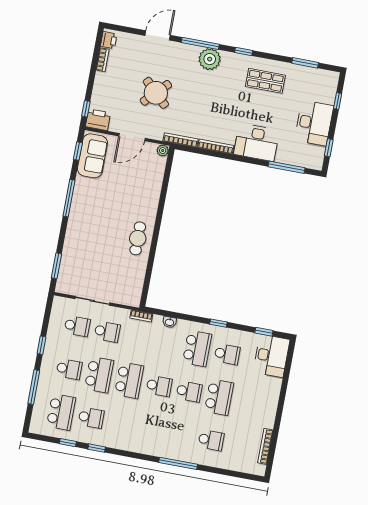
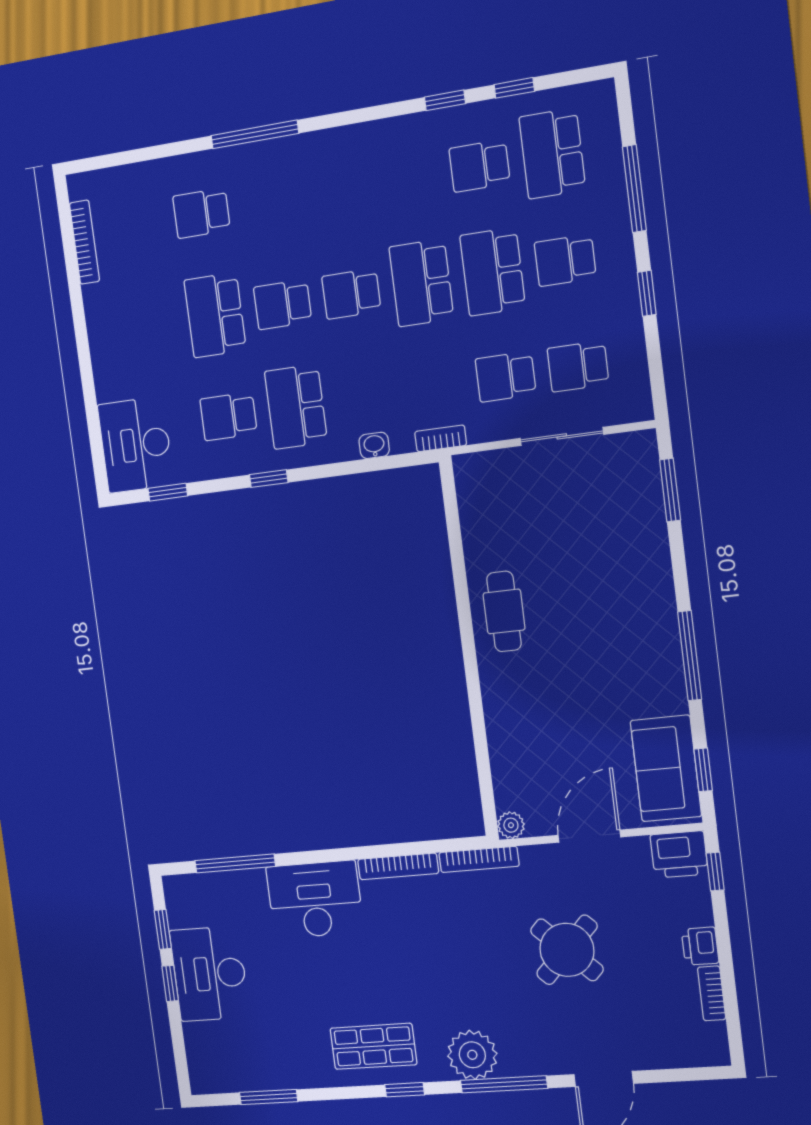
printer: (109, 40) -> (700, 946), moved
shop shelf: (265, 81) -> (373, 1046), moved
window: (338, 101) -> (170, 983), moved

